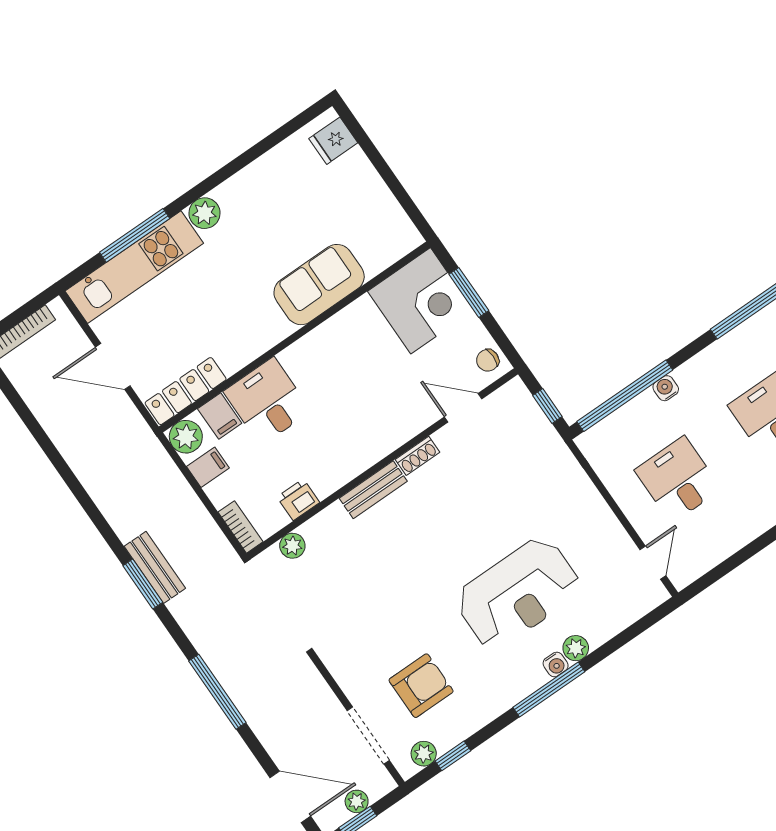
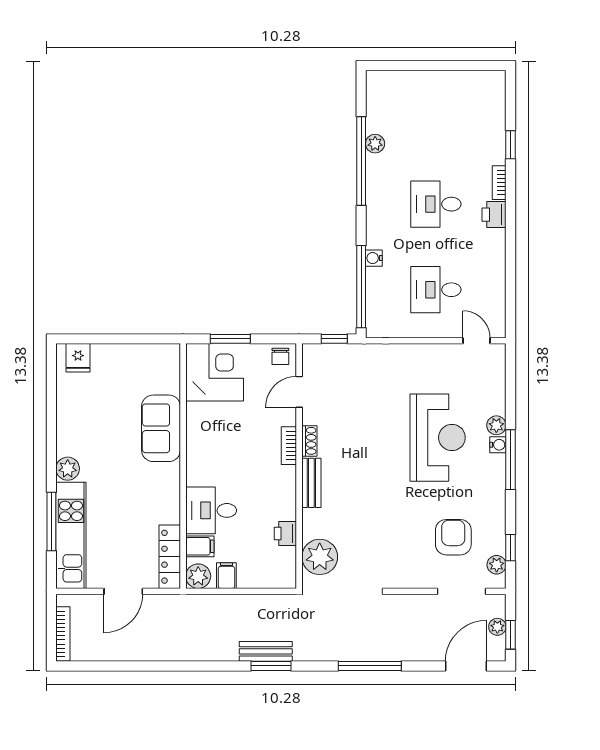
bookcase: (241, 527) -> (289, 446), moved, turned -90
plant: (292, 546) -> (320, 557), width x1.88, depth x1.88

